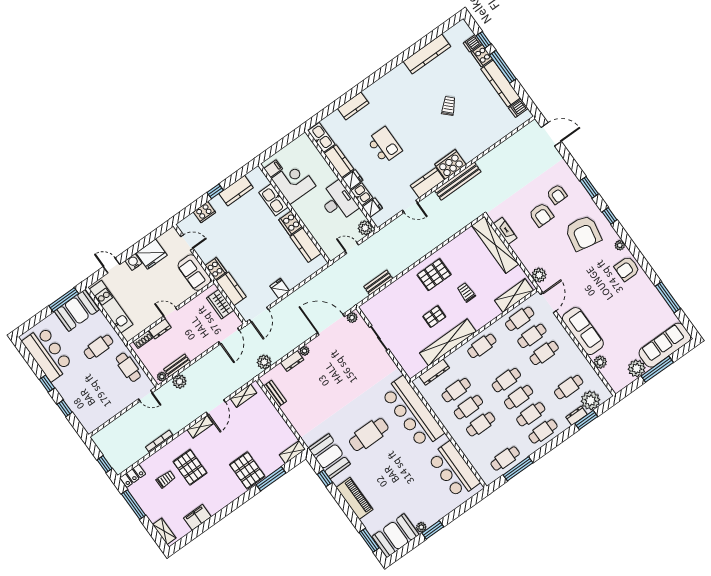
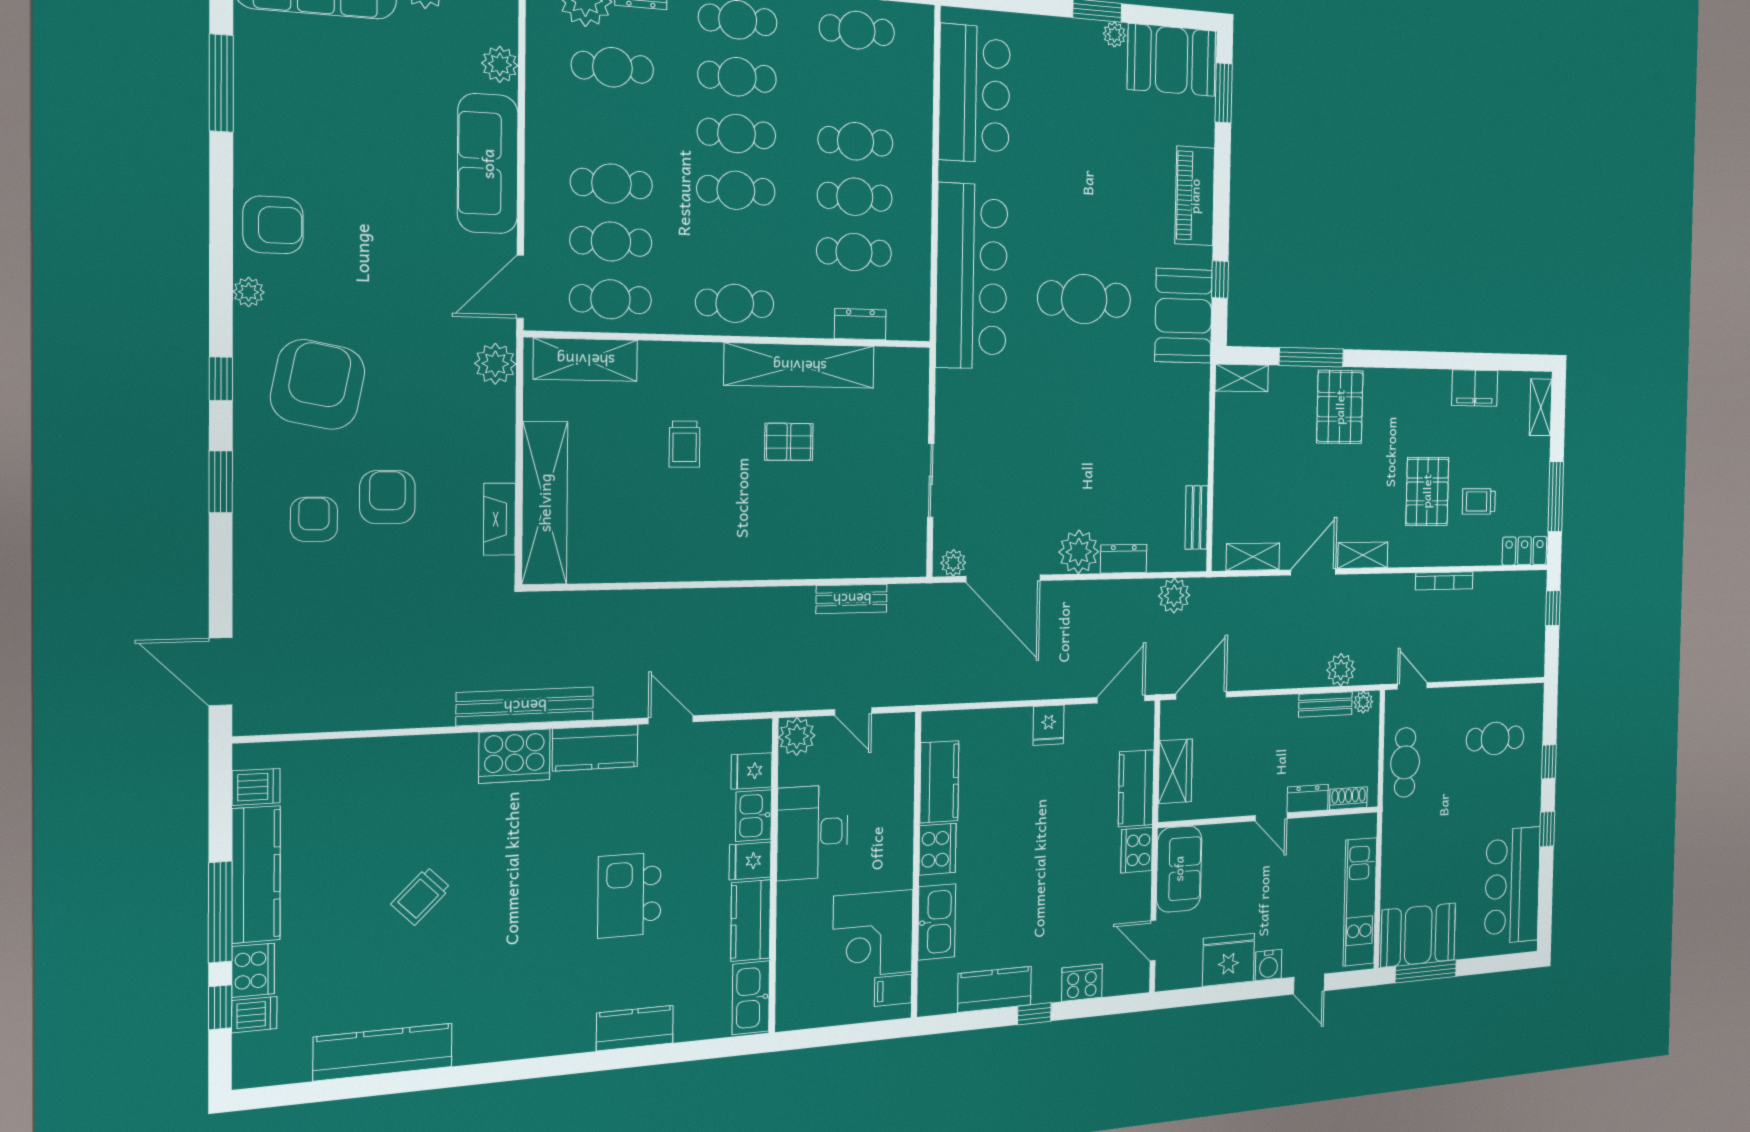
pallet: (434, 275) -> (726, 533), removed
cafe table: (98, 347) -> (1495, 738), moved
plant: (305, 351) -> (1079, 552), width x1.87, depth x1.87
dresser: (434, 372) -> (860, 324), width x0.70

